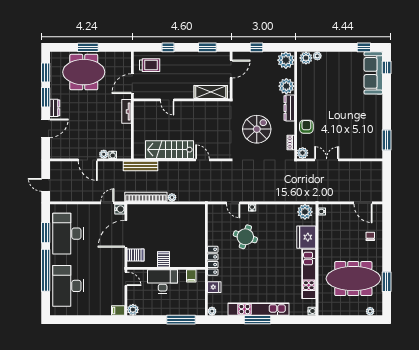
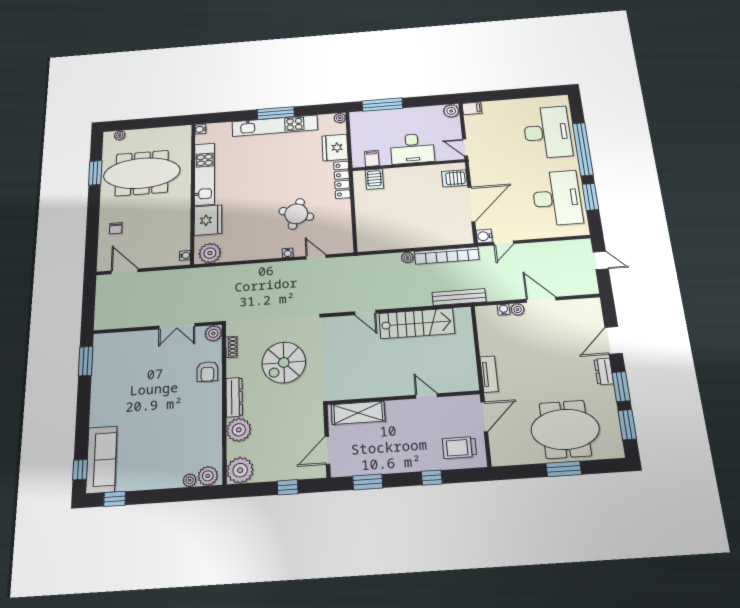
server rack: (163, 259) -> (374, 179), moved
fridge: (214, 287) -> (335, 148), width x1.88, depth x1.34

